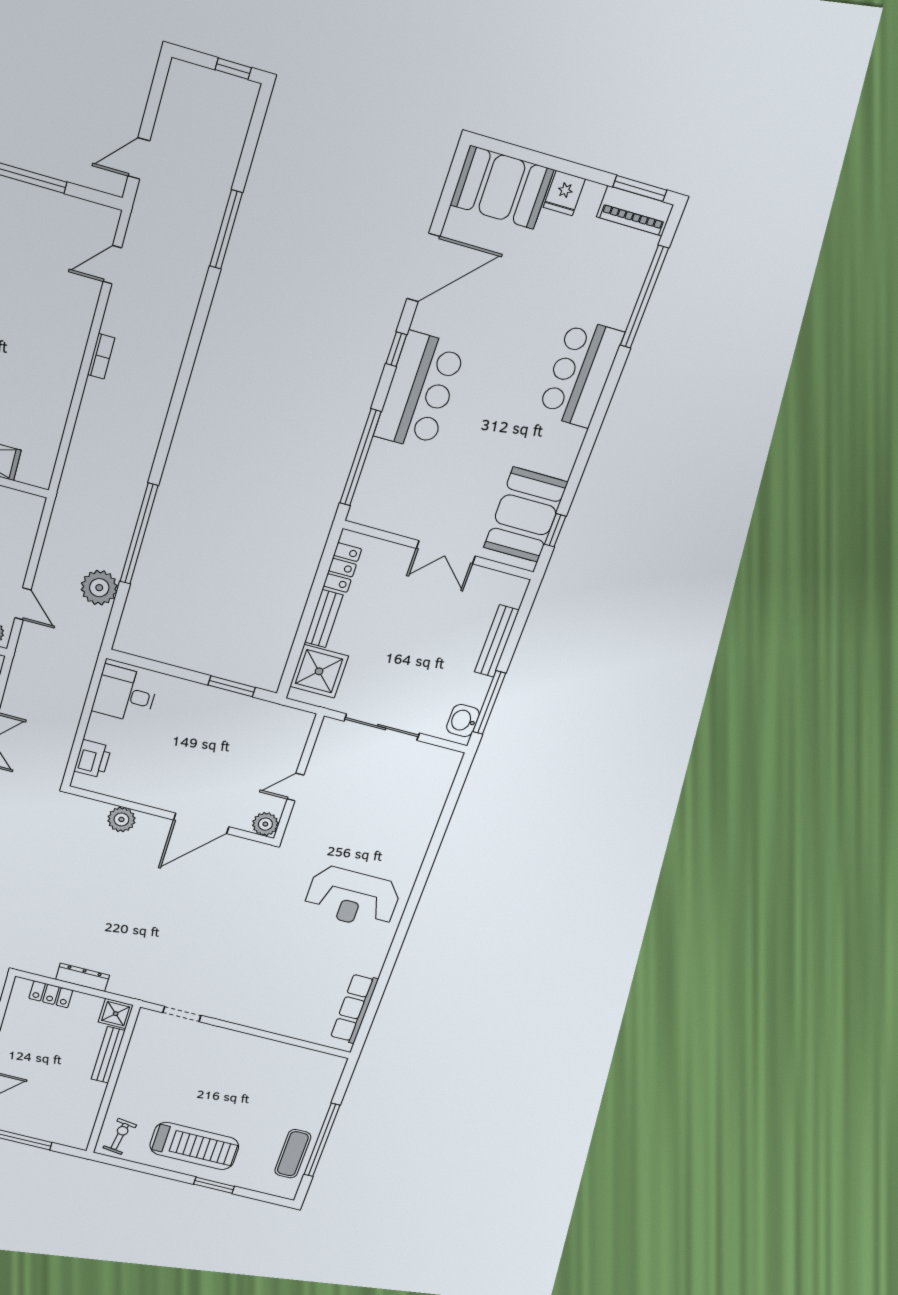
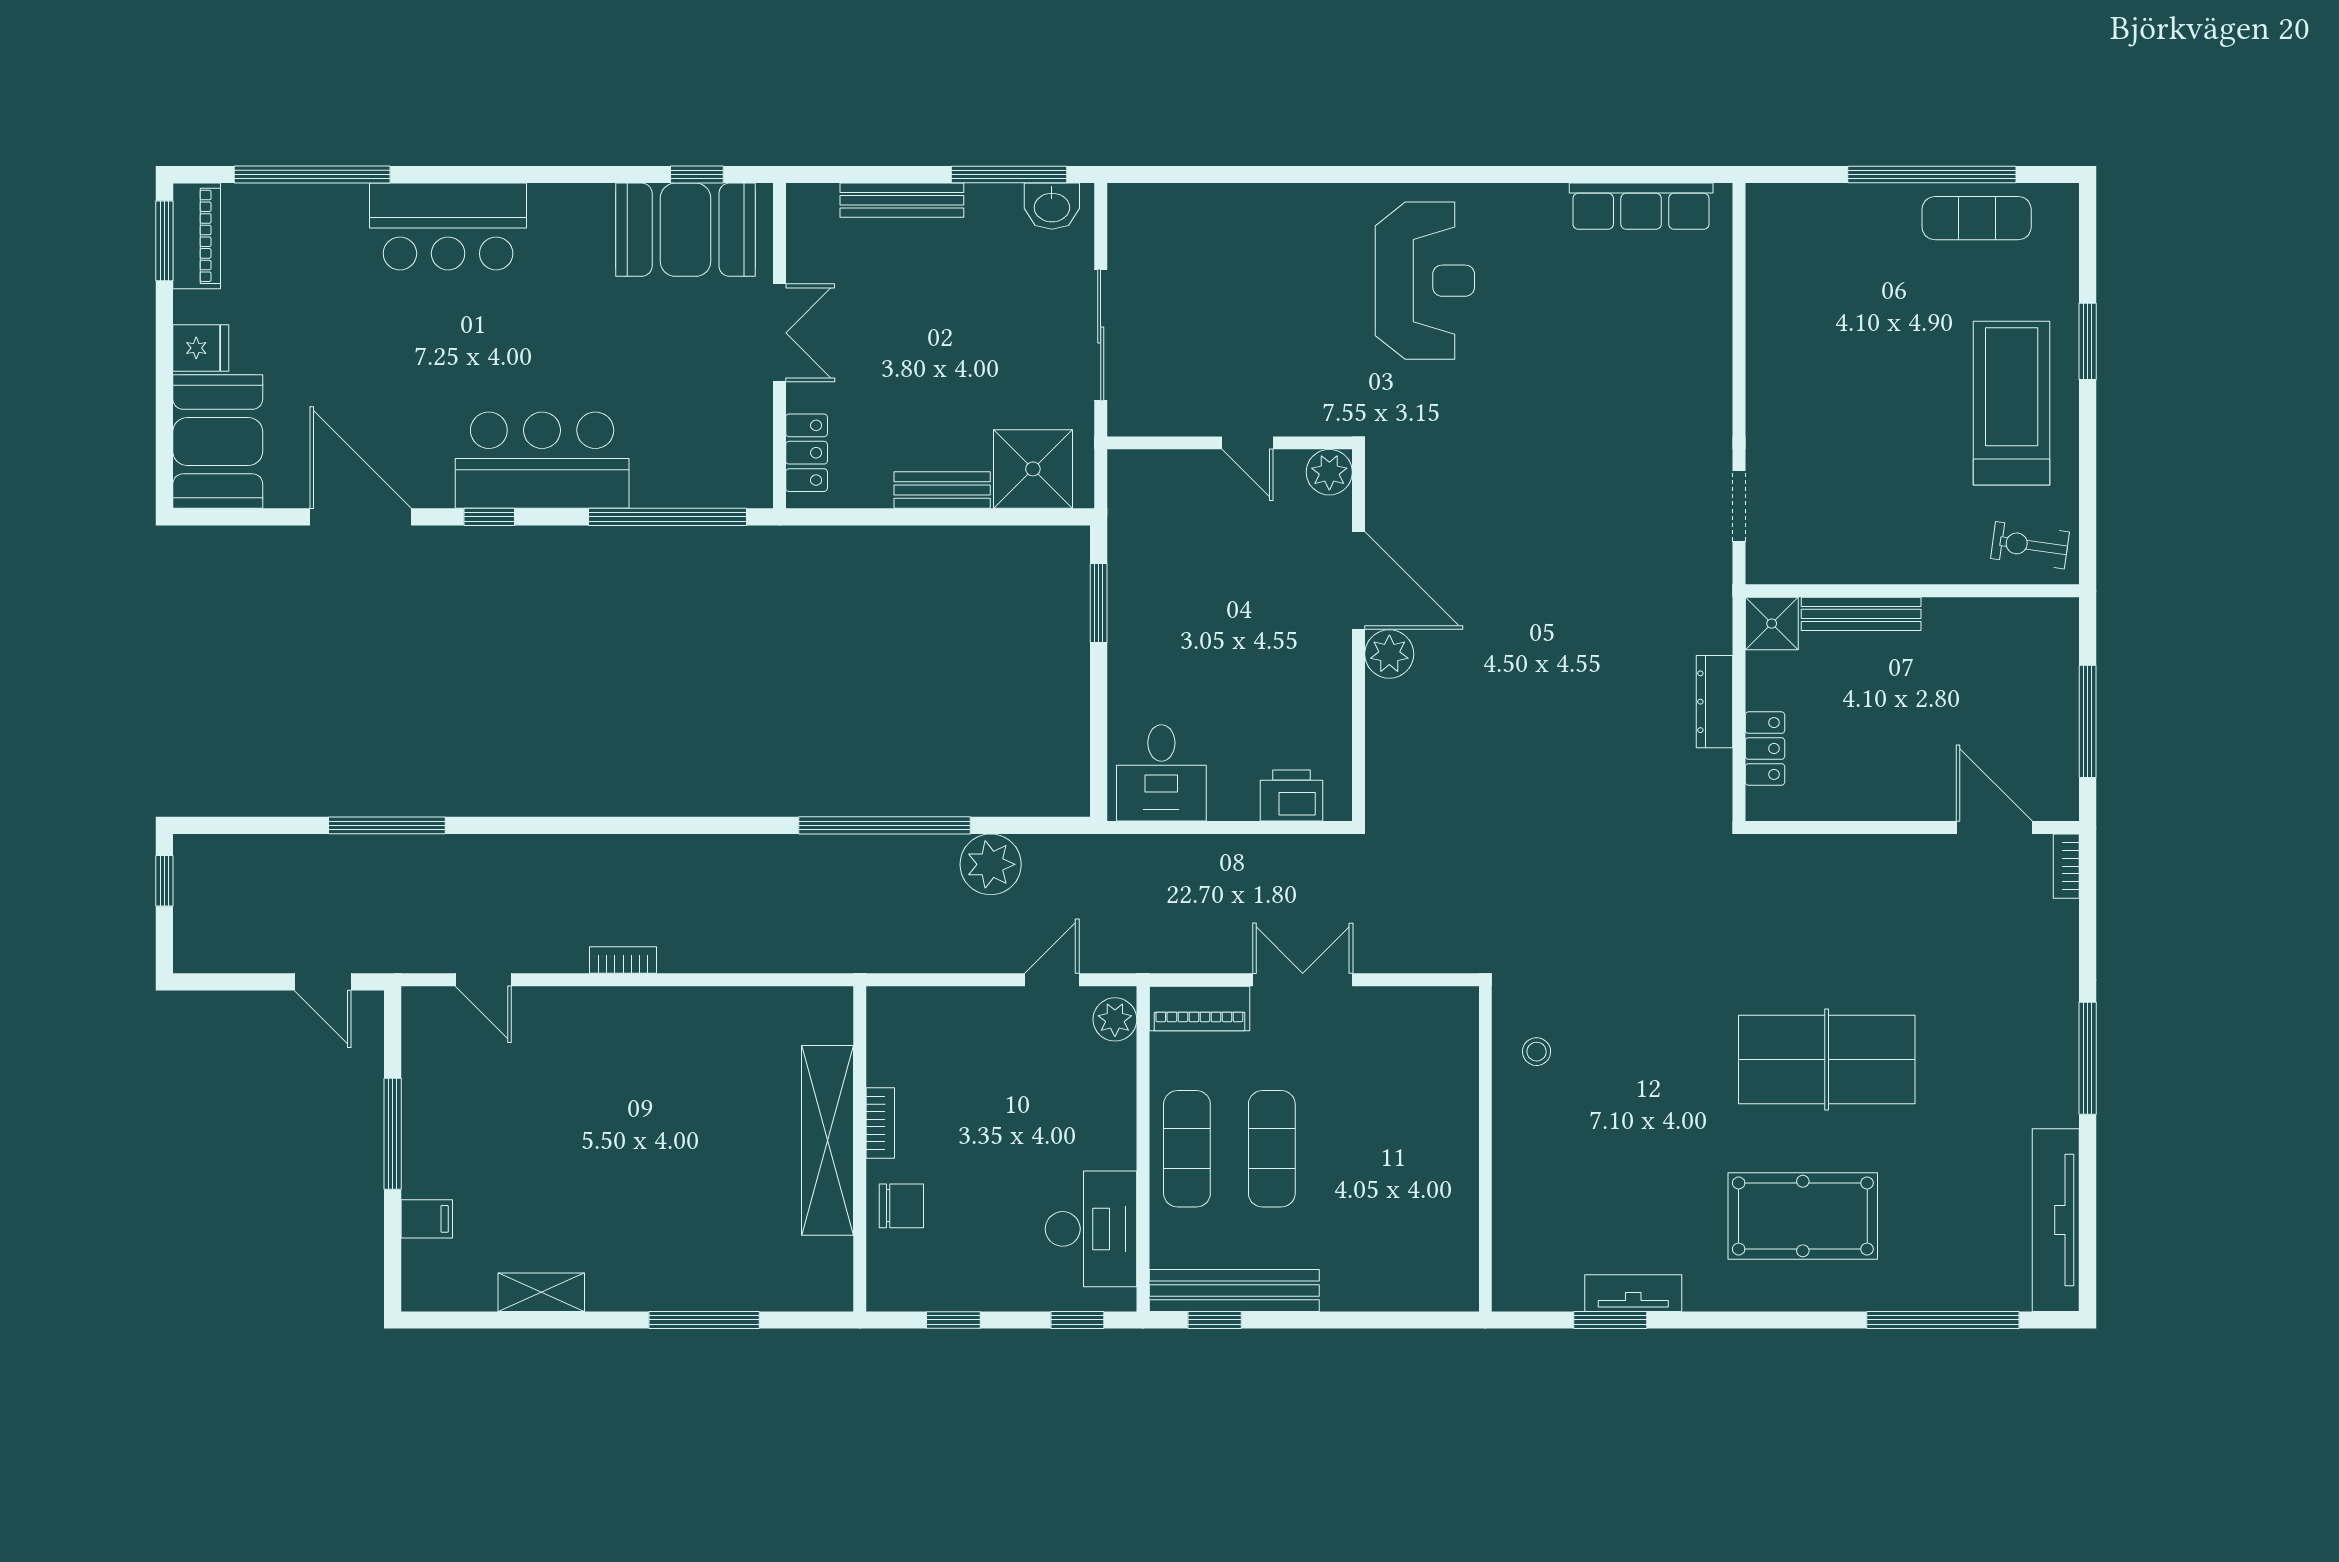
locker: (342, 568) -> (807, 453), moved, turned 90
plant: (121, 819) -> (1389, 654), moved

